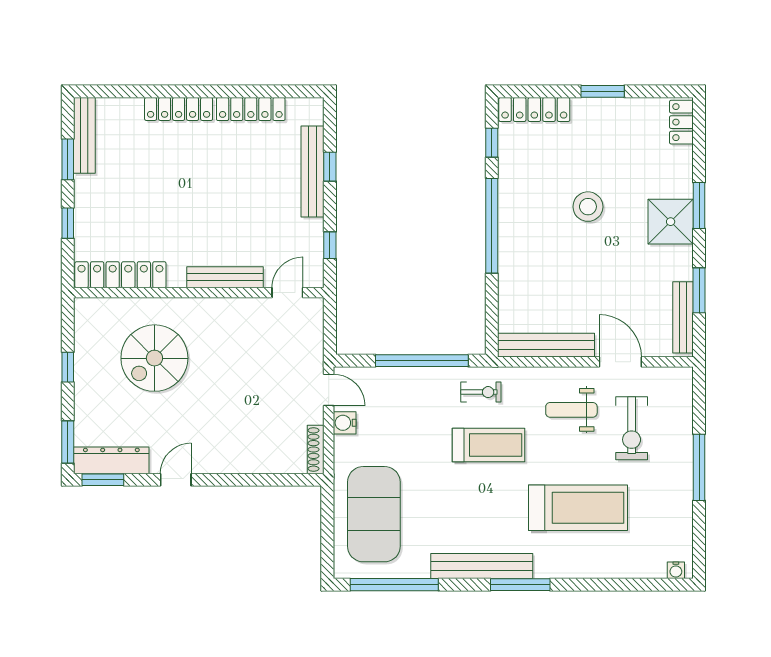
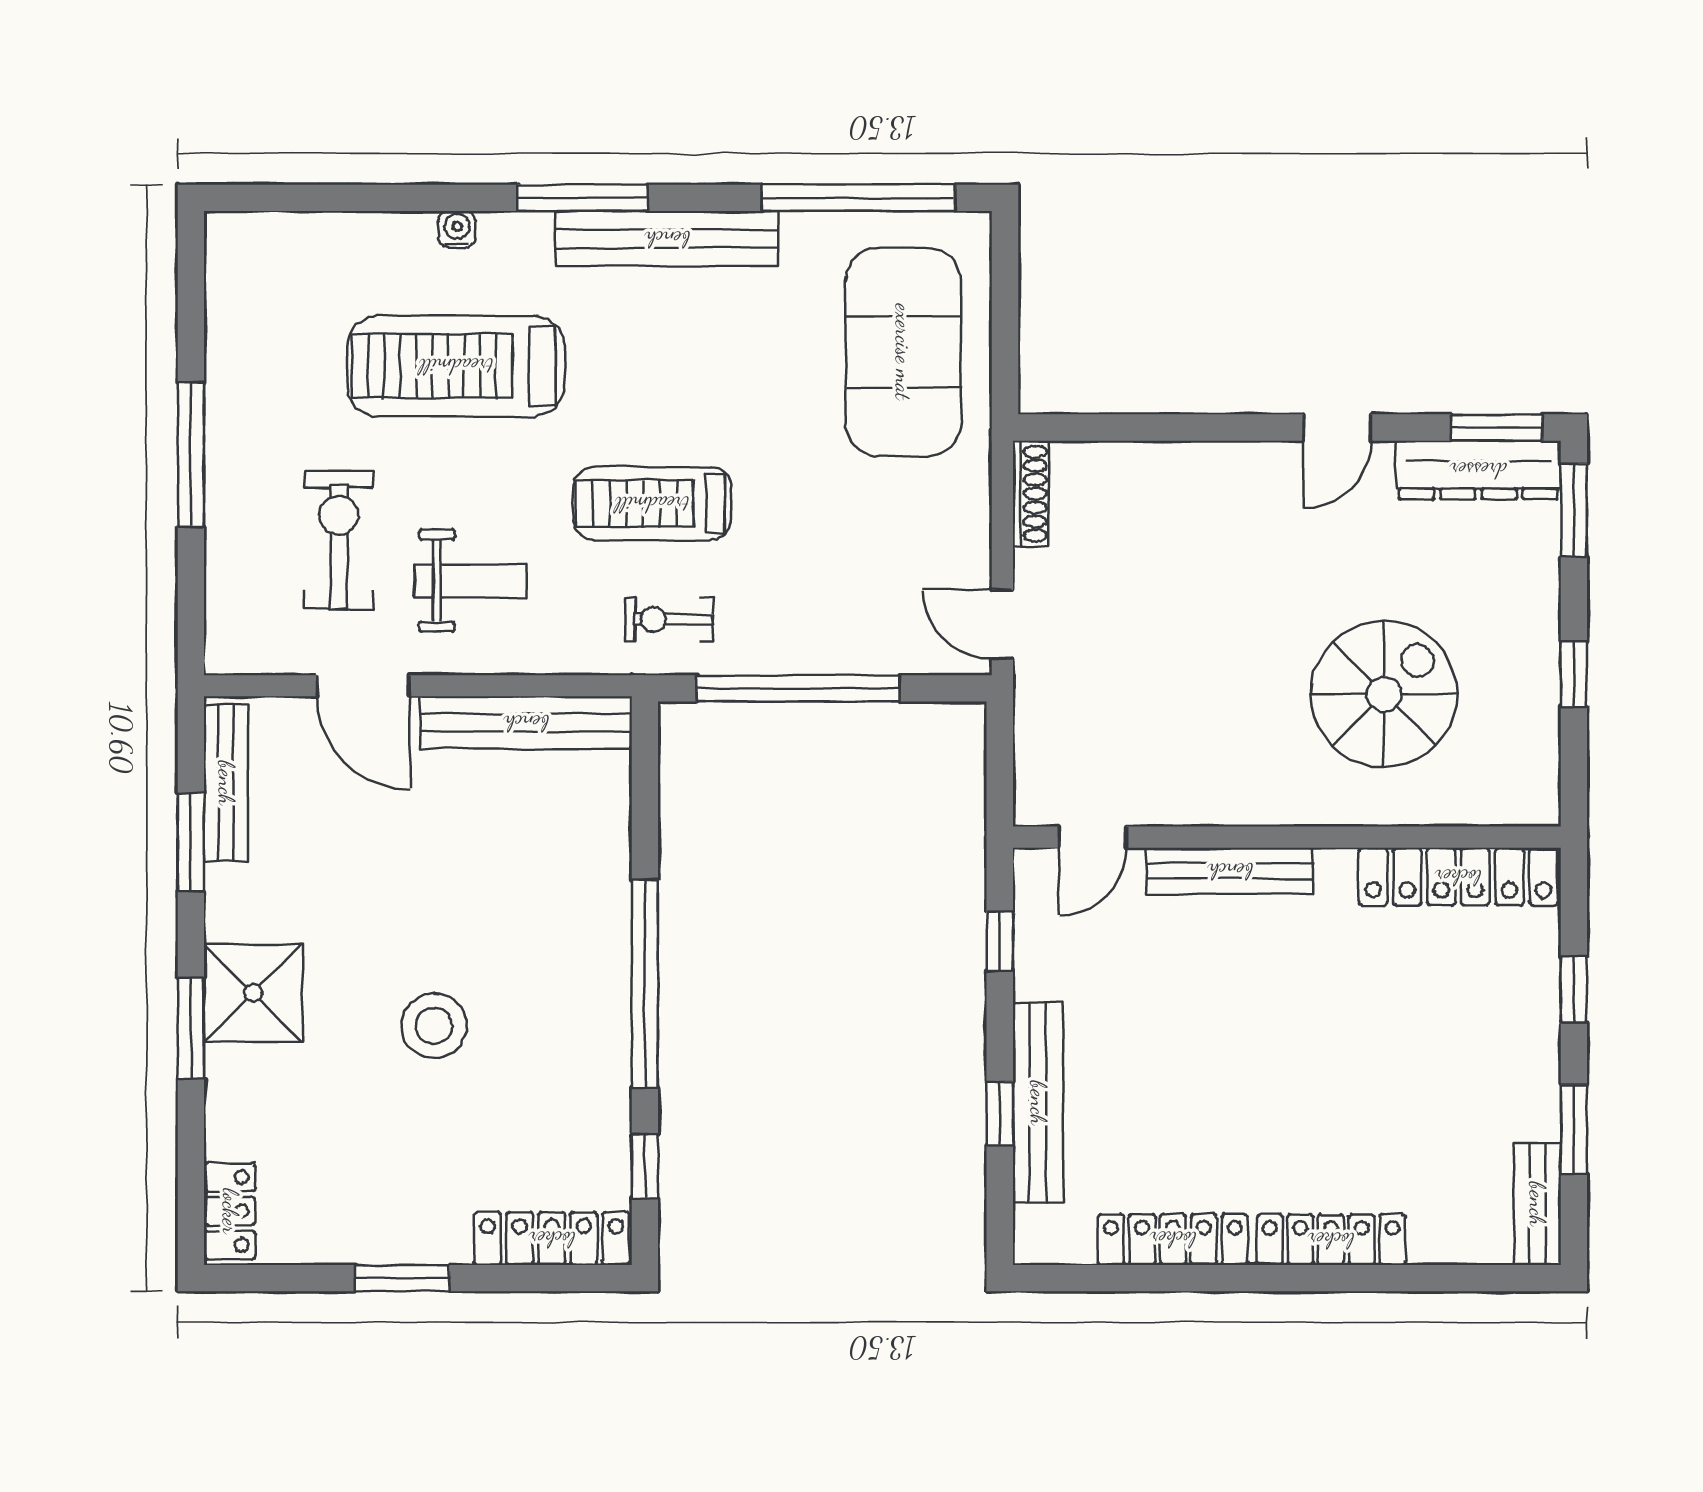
bench: (84, 135) -> (1537, 1204), width x0.73
water cooler: (345, 423) -> (967, 552), removed
water cooler: (676, 570) -> (457, 229), moved

